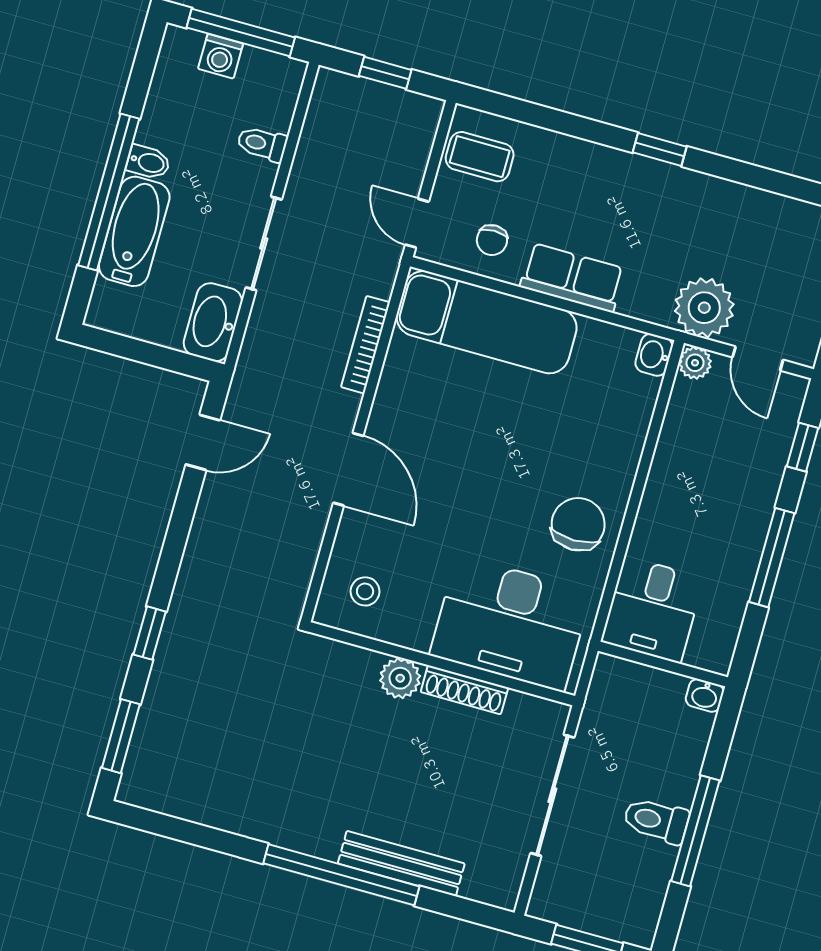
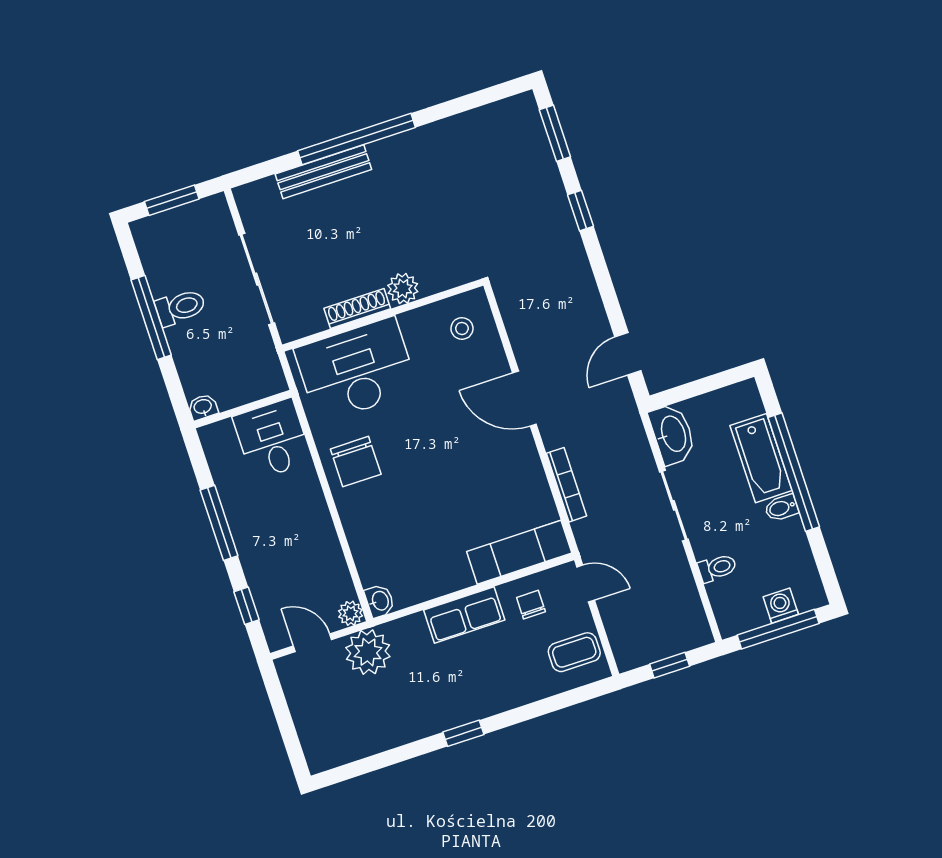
exam couch: (487, 322) -> (519, 552), width x0.73, depth x0.69

